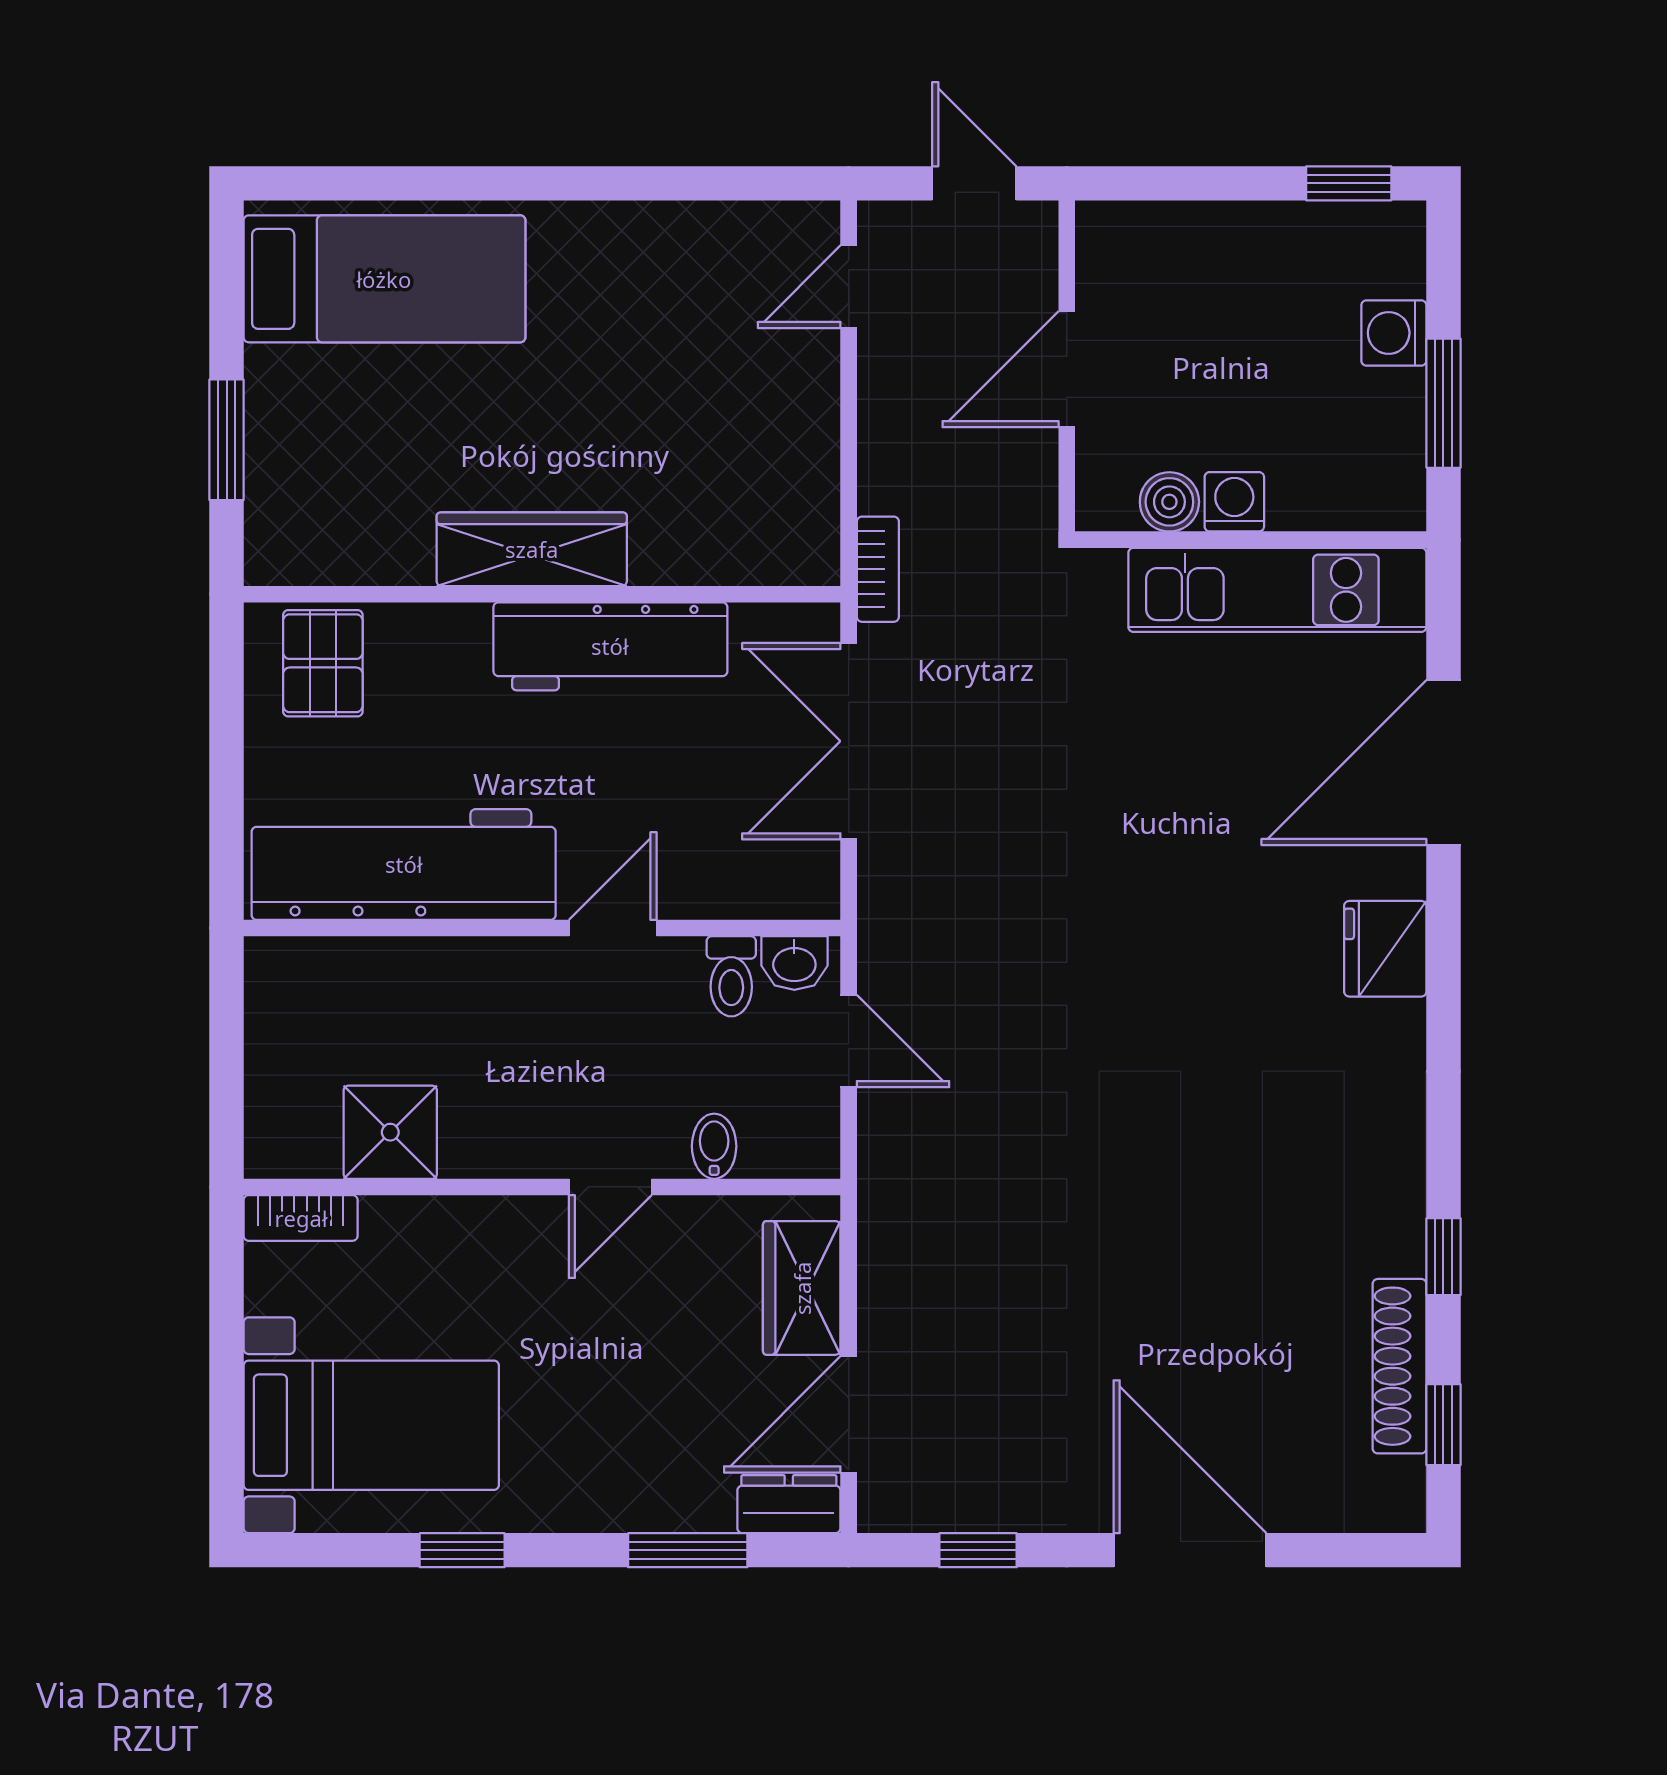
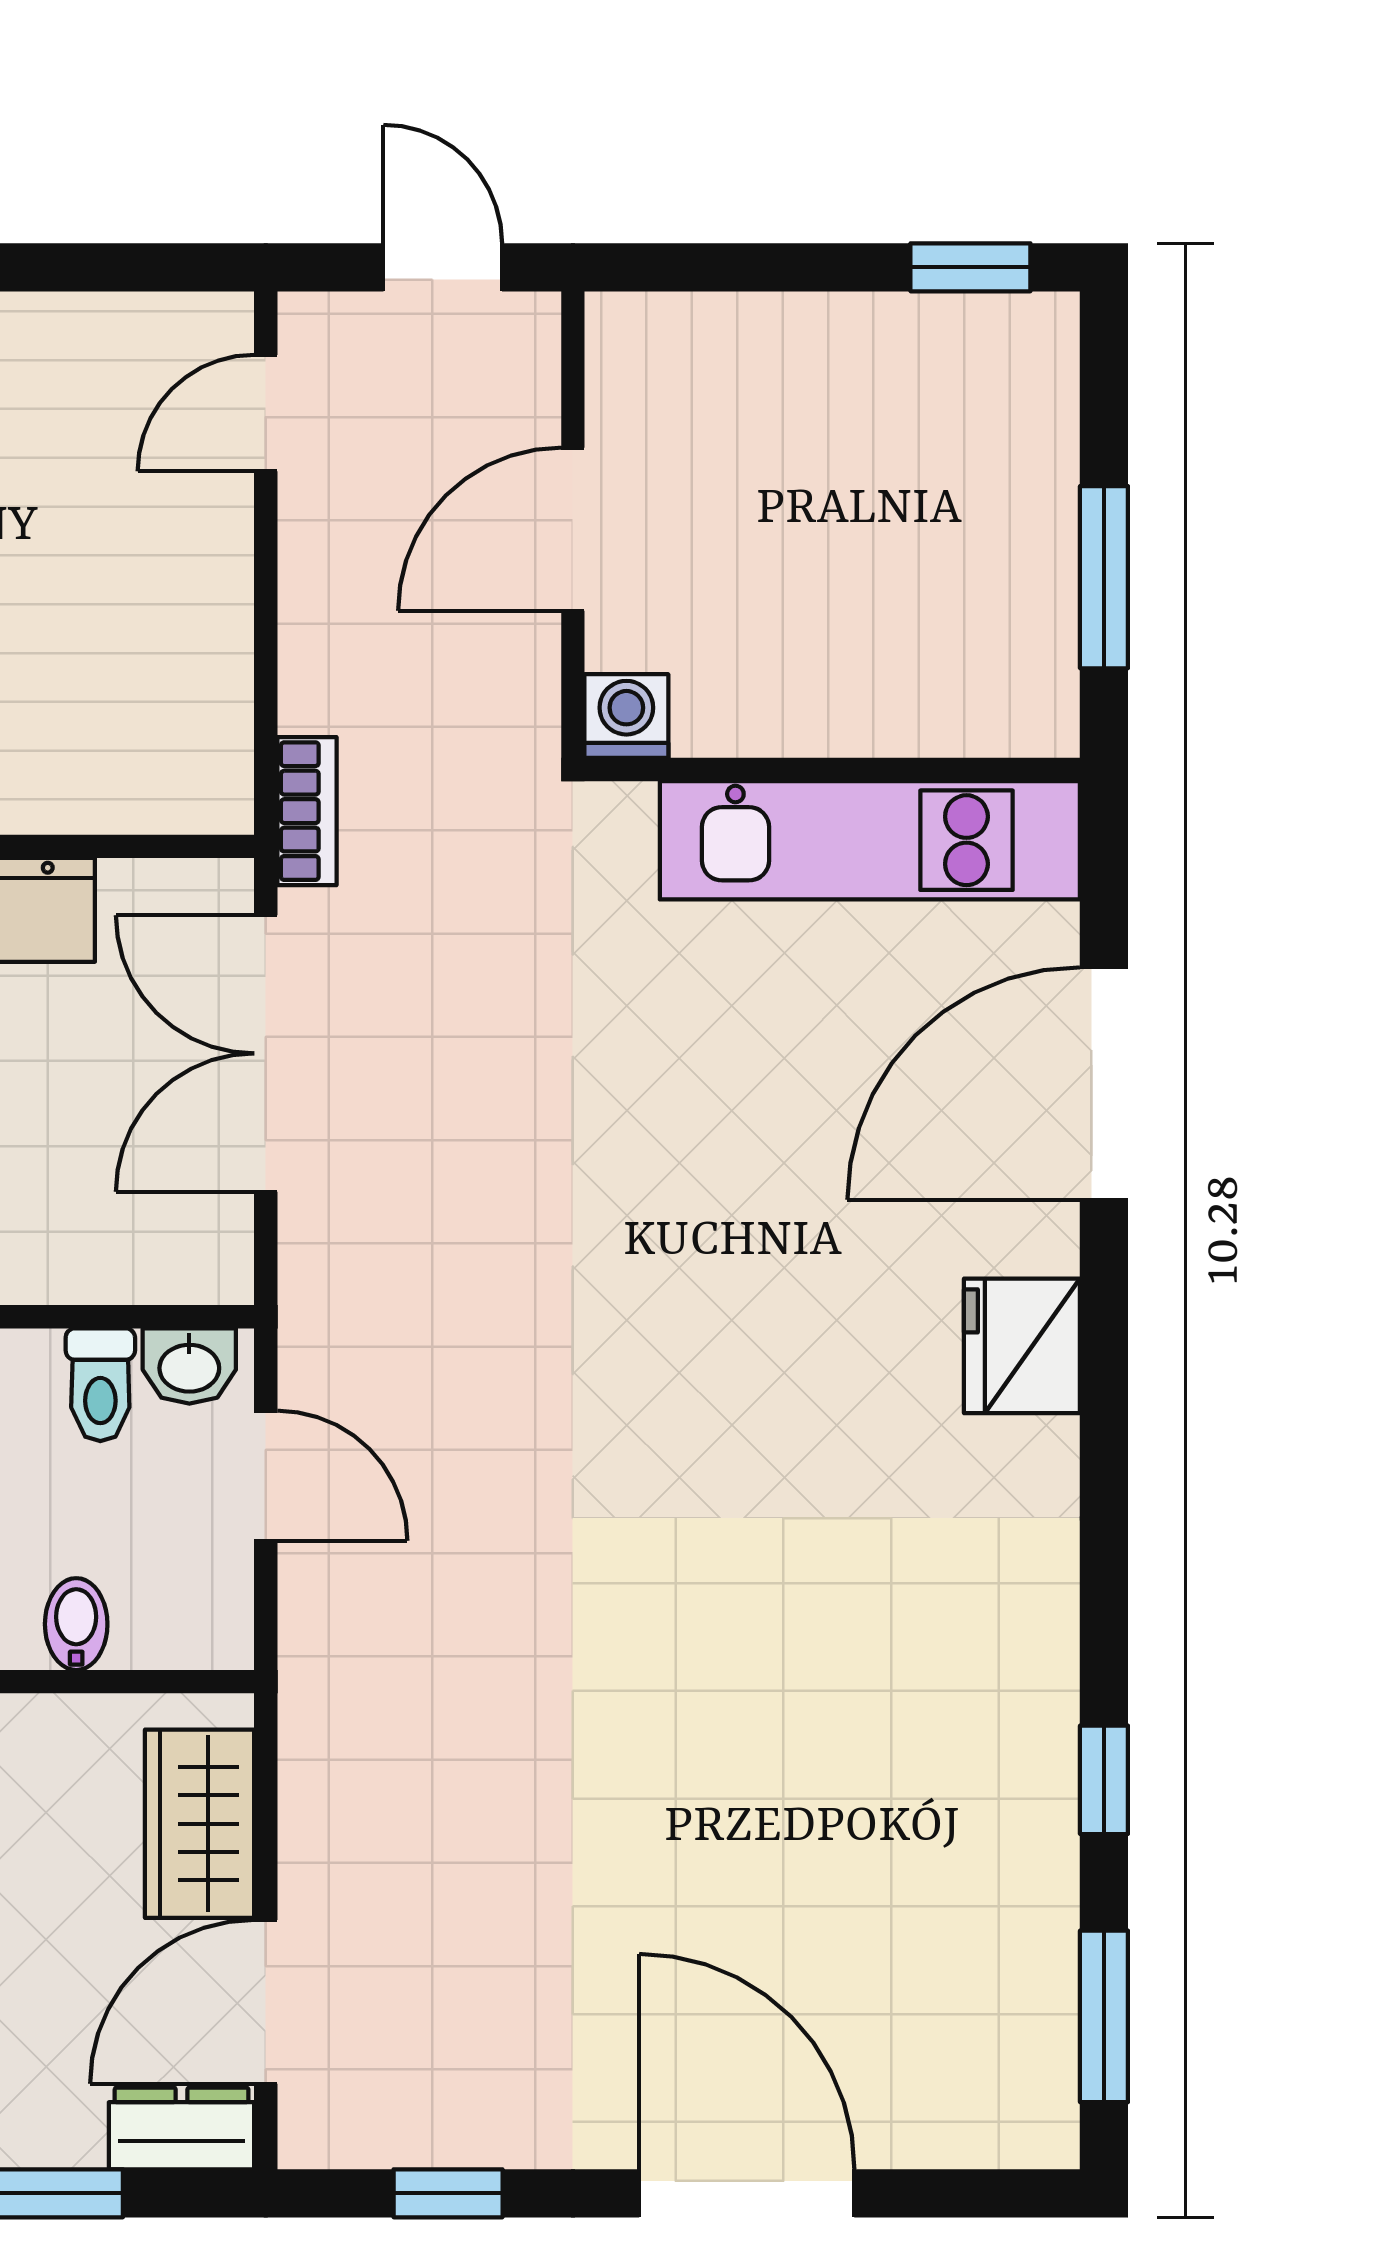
washing machine: (1394, 333) -> (1034, 478), removed
boiler: (1169, 502) -> (718, 716), removed
washing machine: (1234, 502) -> (626, 716), moved
shoe rack: (1400, 1366) -> (1042, 1934), removed
window: (1443, 1425) -> (1104, 2016), width x1.50

